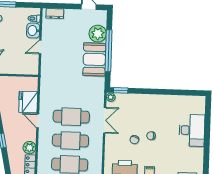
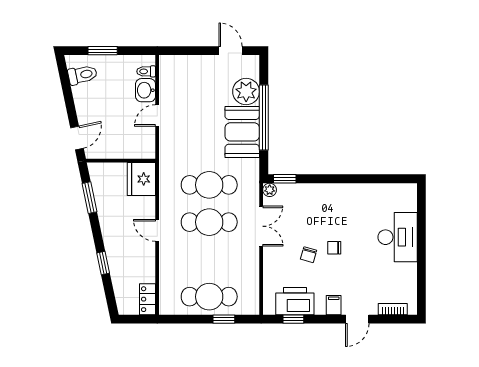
dresser: (55, 14) -> (178, 63), removed
fridge: (28, 102) -> (141, 179), moved
cafe table: (70, 141) -> (209, 185), moved
plant: (29, 148) -> (146, 272), removed

